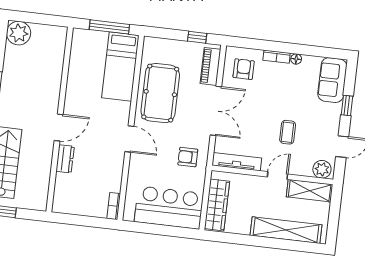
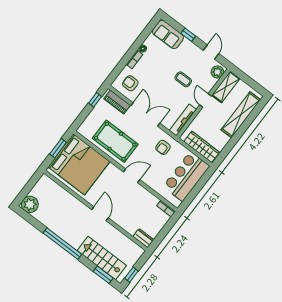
window: (109, 27) -> (58, 148), width x0.69
bed: (120, 67) -> (79, 164), width x2.04
dresser: (65, 159) -> (143, 238), moved

